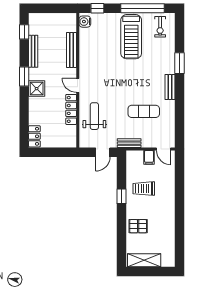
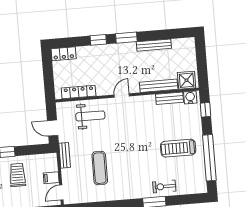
exercise bike: (160, 27) -> (164, 186), moved
window: (24, 32) -> (98, 40), moved
treadmill: (131, 37) -> (178, 148), width x0.73, depth x0.73
bench: (170, 87) -> (170, 98), moved
shower: (37, 89) -> (187, 80), moved
locker: (71, 109) -> (79, 92), moved

